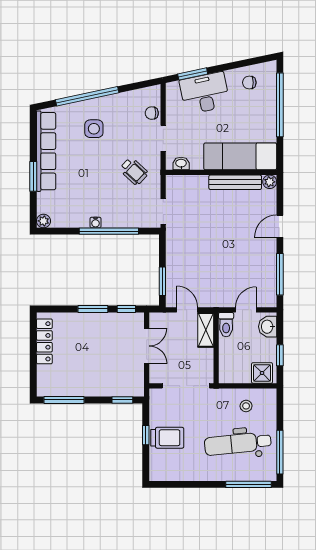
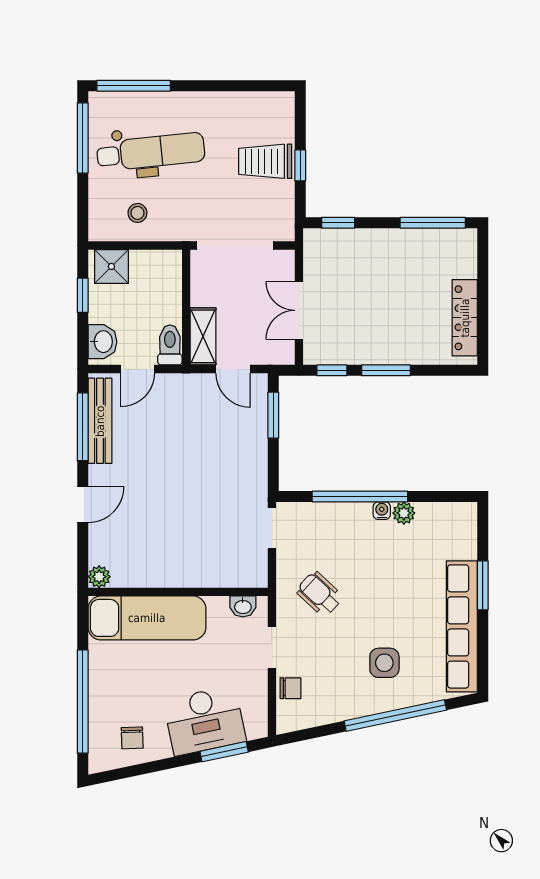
chair: (249, 83) -> (132, 738), turned 88
bench: (235, 182) -> (100, 421), moved, turned 90
plant: (43, 221) -> (404, 513), moved

